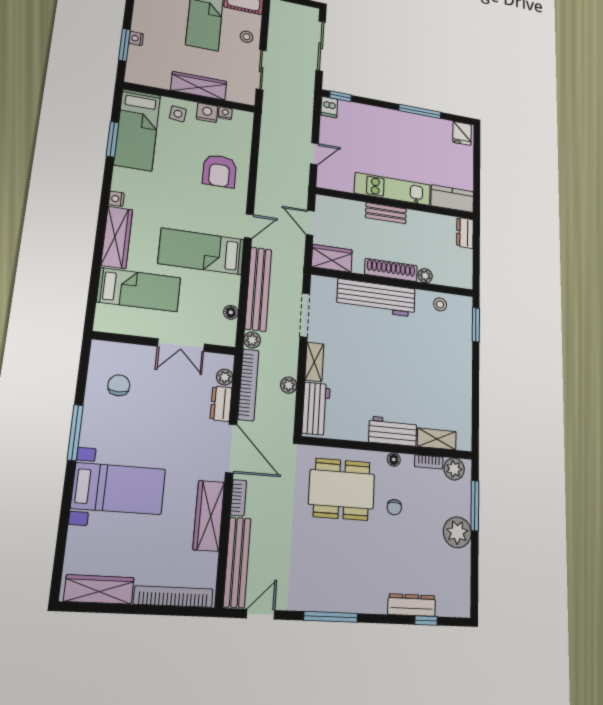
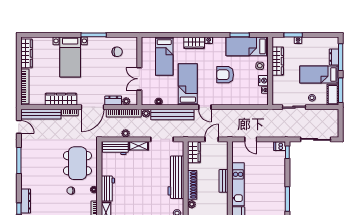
wardrobe: (199, 86) -> (278, 61), moved
armchair: (219, 171) -> (225, 75), moved
wardrobe: (117, 237) -> (194, 43), width x0.67

